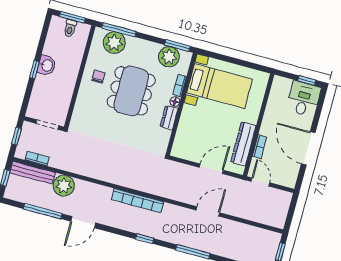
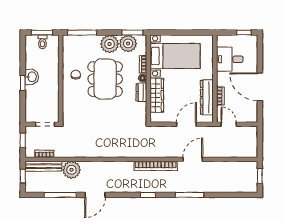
plant: (114, 43) -> (110, 44), moved
desk: (304, 99) -> (230, 59), moved, turned -90
wardrobe: (186, 126) -> (157, 95), added
bookcase: (138, 201) -> (156, 166), moved

